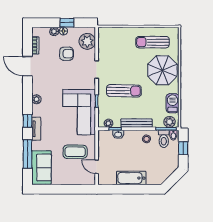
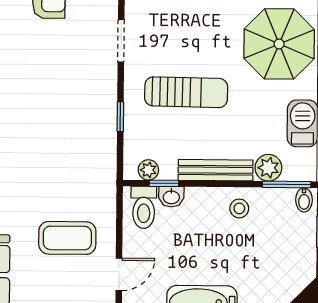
corner sofa: (79, 112) -> (78, 143), removed
plant: (169, 122) -> (268, 168), moved
toilet: (164, 139) -> (144, 207), moved
door: (97, 167) -> (119, 274), swing flipped

